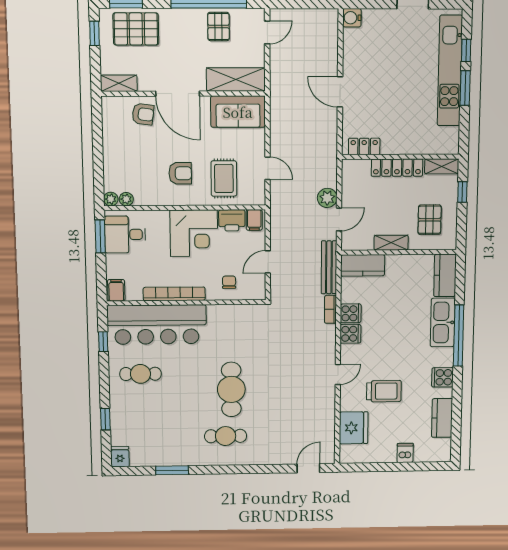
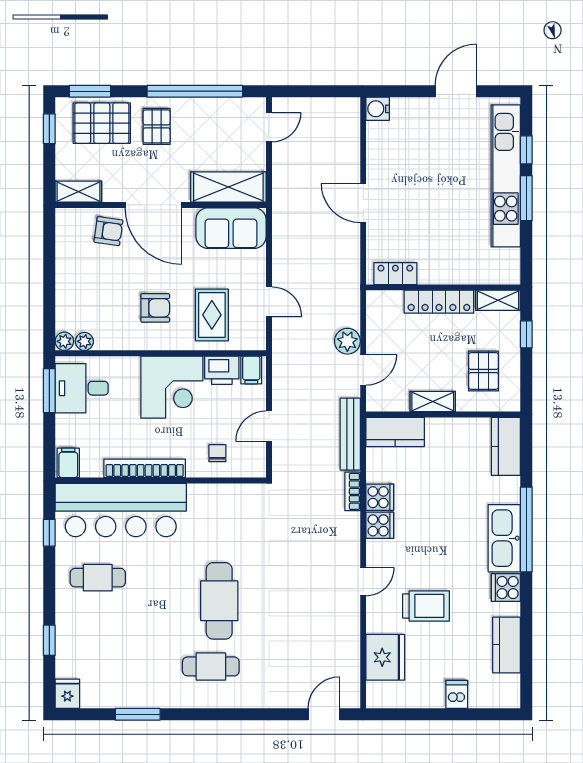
pallet: (219, 27) -> (157, 126), moved
kitchen sink: (443, 322) -> (504, 538), moved

